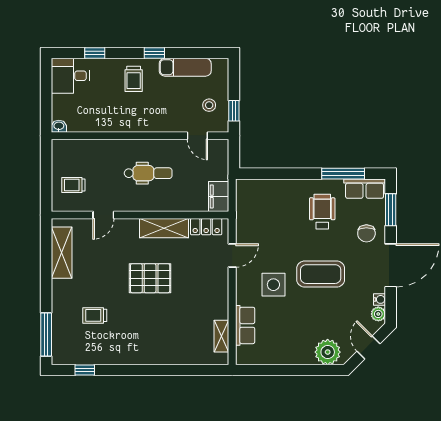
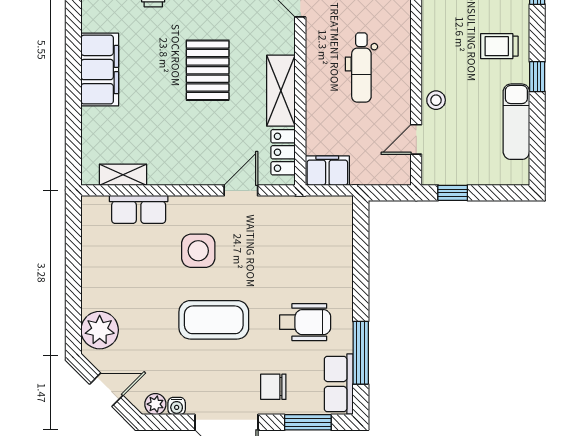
stool: (209, 105) -> (436, 100), moved
door: (232, 256) -> (241, 190), swing flipped
coffee table: (321, 274) -> (214, 320), turned 90
filing cabinet: (150, 352) -> (100, 70), added

